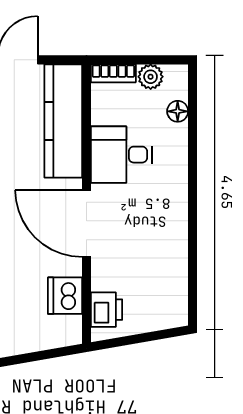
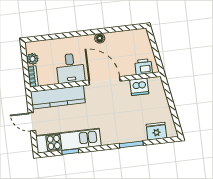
floor lamp: (178, 111) -> (100, 38), moved
door: (87, 223) -> (104, 81), swing flipped

